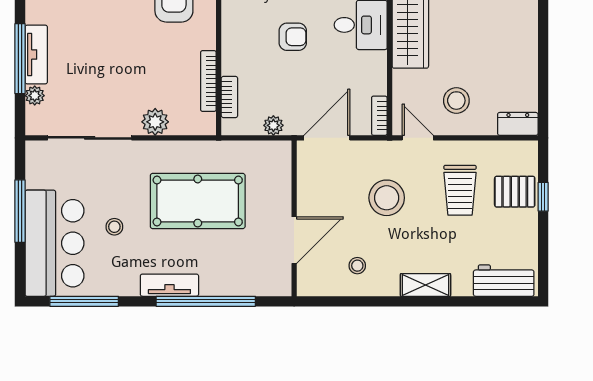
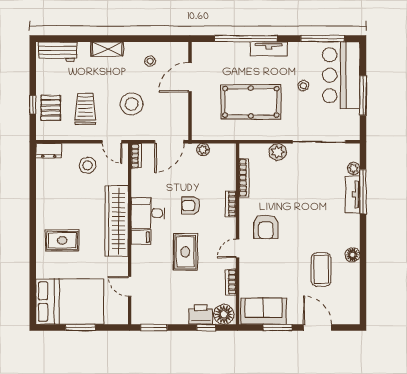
bookcase: (229, 97) -> (231, 204), moved
pallet: (515, 192) -> (51, 108), turned 90

